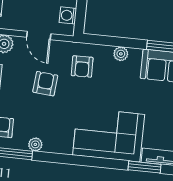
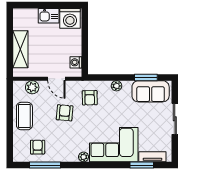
plant: (35, 144) -> (84, 157), moved

